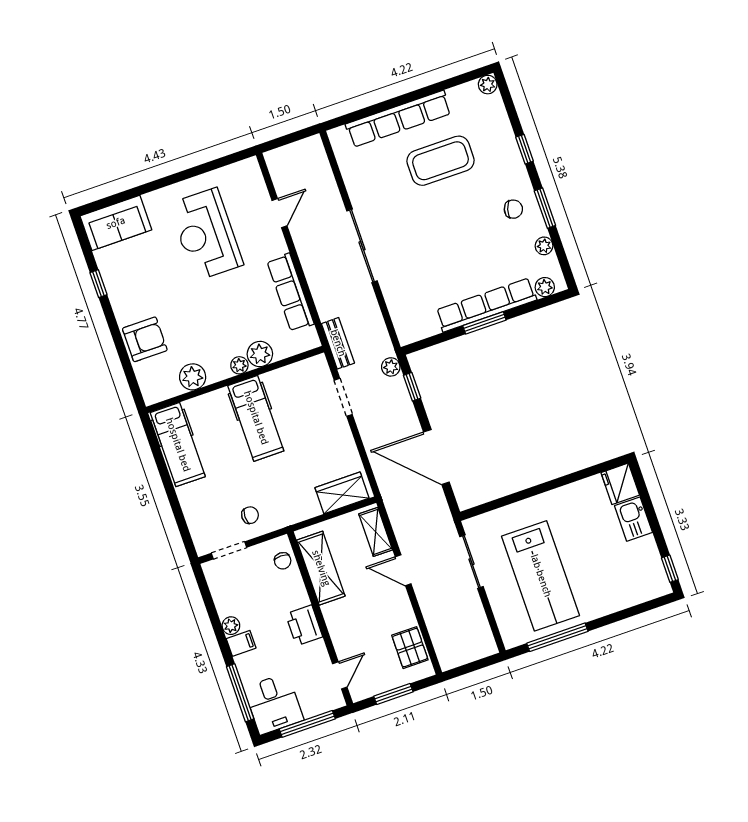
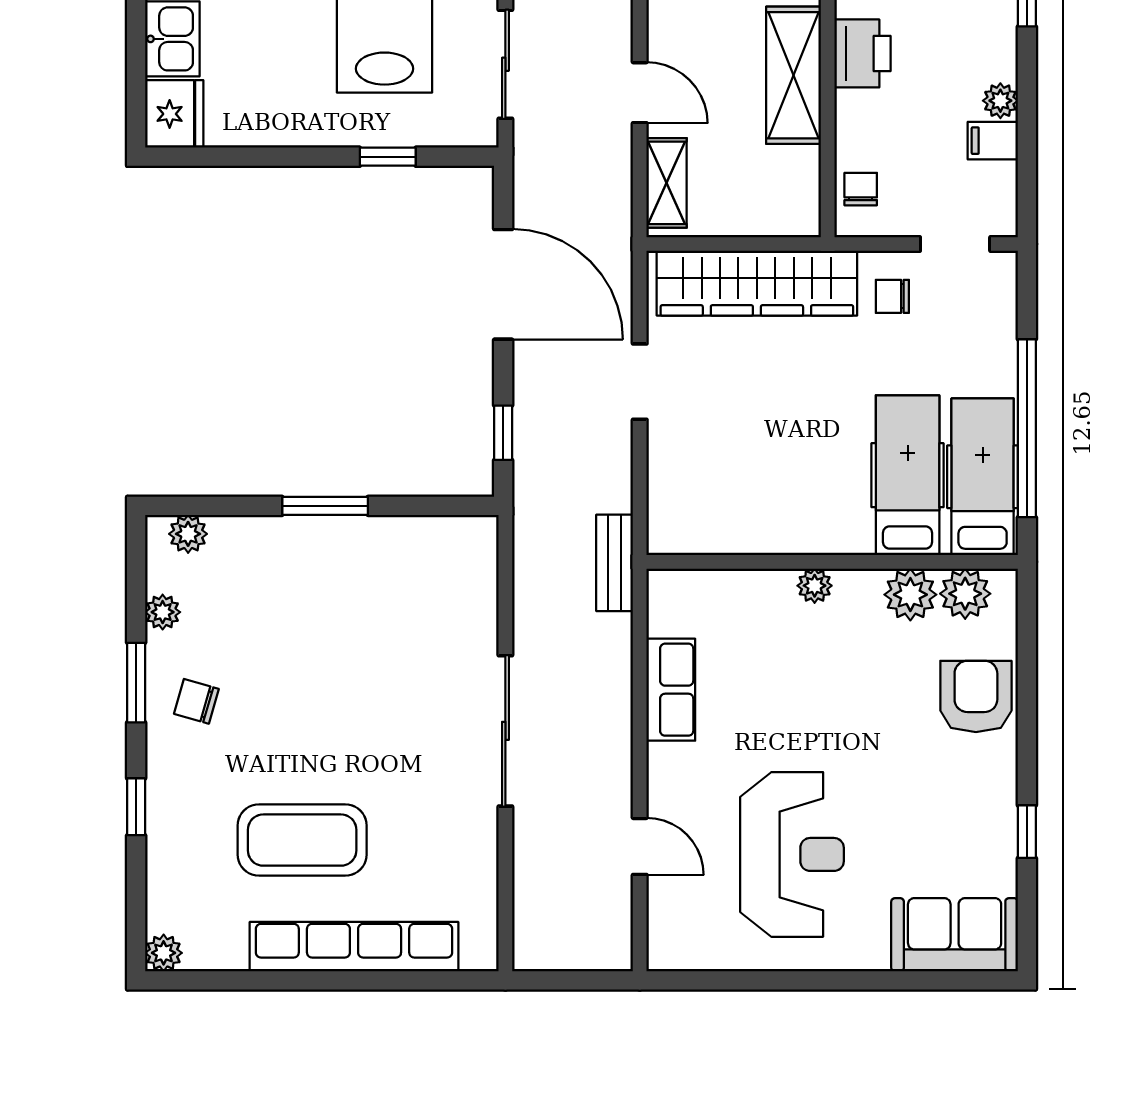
door: (279, 213) -> (640, 846), swing flipped
row of seats: (290, 292) -> (671, 690), width x0.68
row of seats: (486, 305) -> (310, 538), removed
armchair: (145, 339) -> (976, 696), turned 90
plant: (260, 354) -> (965, 594), moved
plant: (391, 367) -> (530, 484), removed
doorway: (343, 397) -> (640, 382), moved
hospital bed: (256, 418) -> (908, 475), moved
window: (165, 475) -> (1027, 428), added
wardrobe: (342, 493) -> (757, 283), width x2.10, depth x1.17
window: (512, 499) -> (388, 157), added
shelving: (321, 568) -> (794, 75), moved
filing cabinet: (241, 643) -> (993, 141), moved

